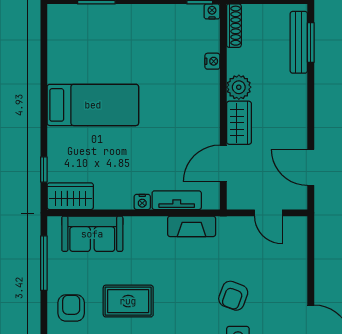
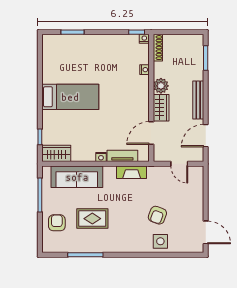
bench: (299, 42) -> (198, 100), moved
door: (311, 167) -> (206, 136), hinge flipped
sofa: (92, 234) -> (77, 177), width x1.36

